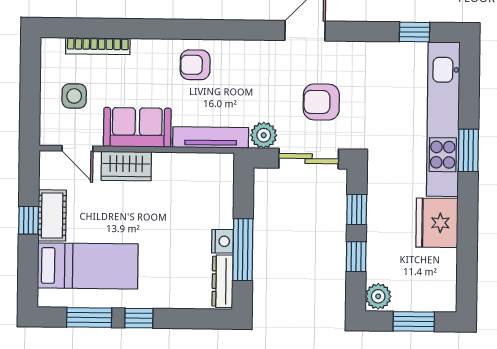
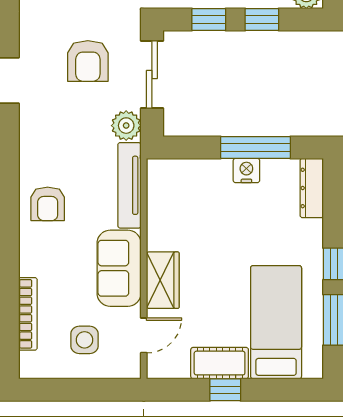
dresser: (223, 281) -> (312, 188), moved, turned 90

